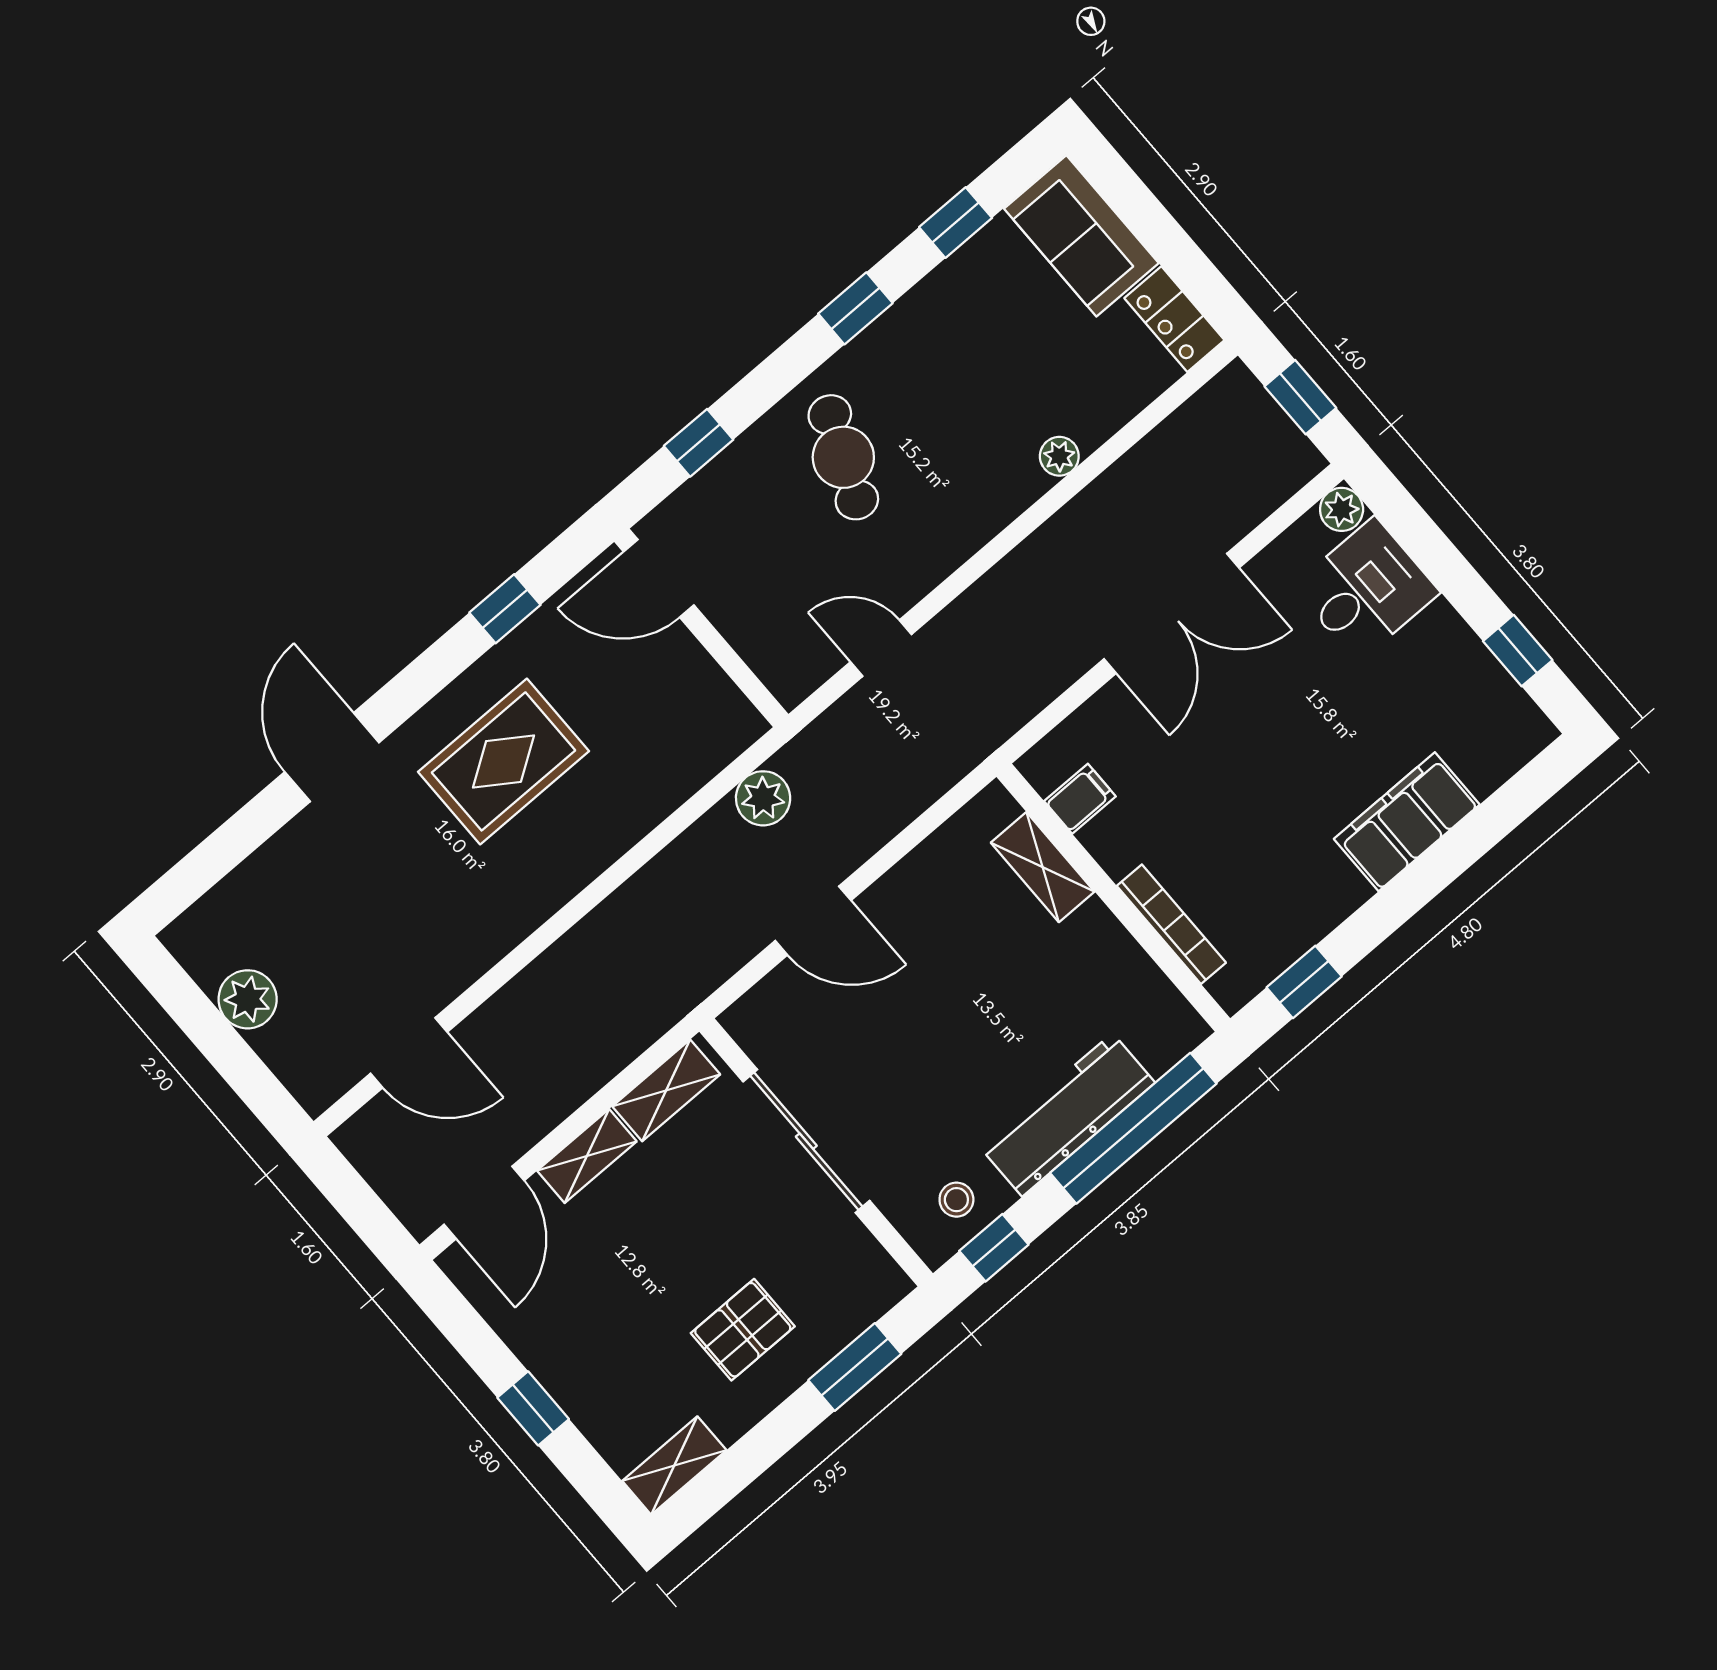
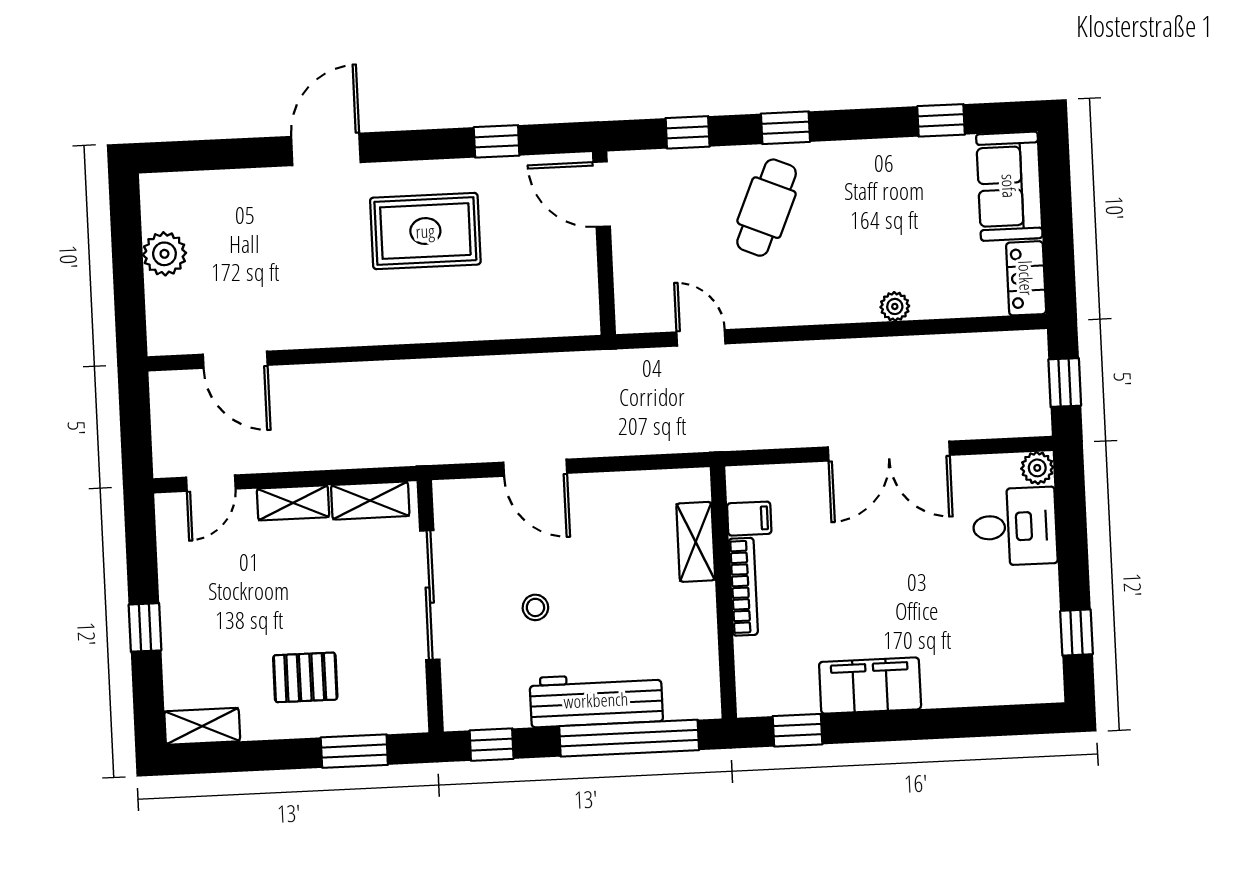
window: (855, 308) -> (786, 128), moved
plant: (763, 798) -> (562, 372), removed
filing cabinet: (1407, 822) -> (870, 686), moved
bookcase: (1171, 924) -> (743, 587), moved
stool: (956, 1200) -> (535, 607), moved
door: (484, 1203) -> (211, 483), width x0.73

